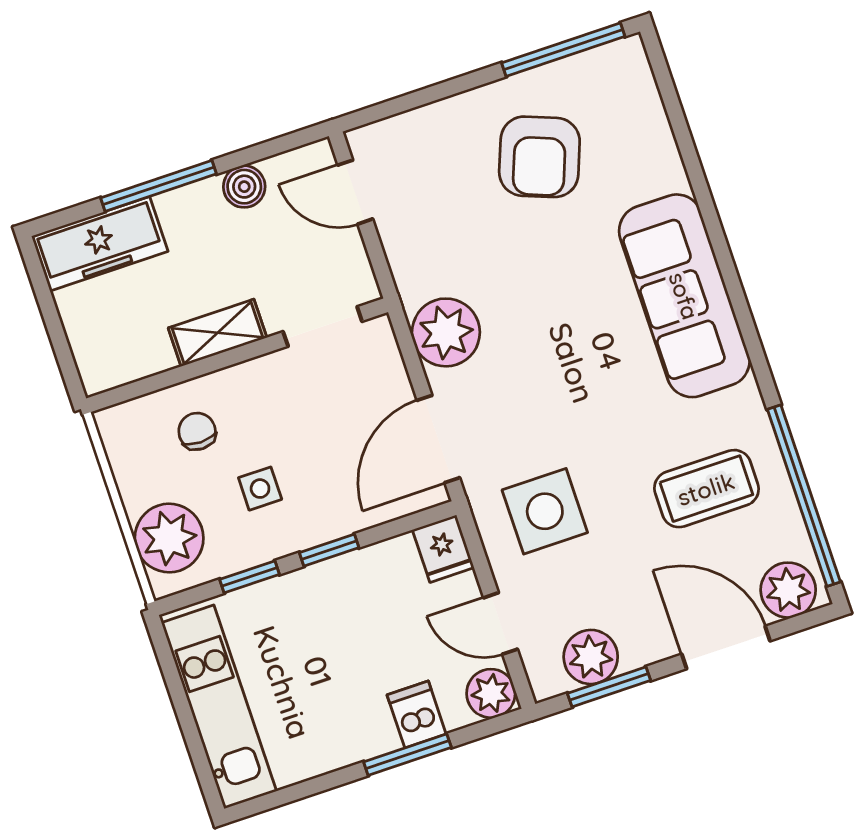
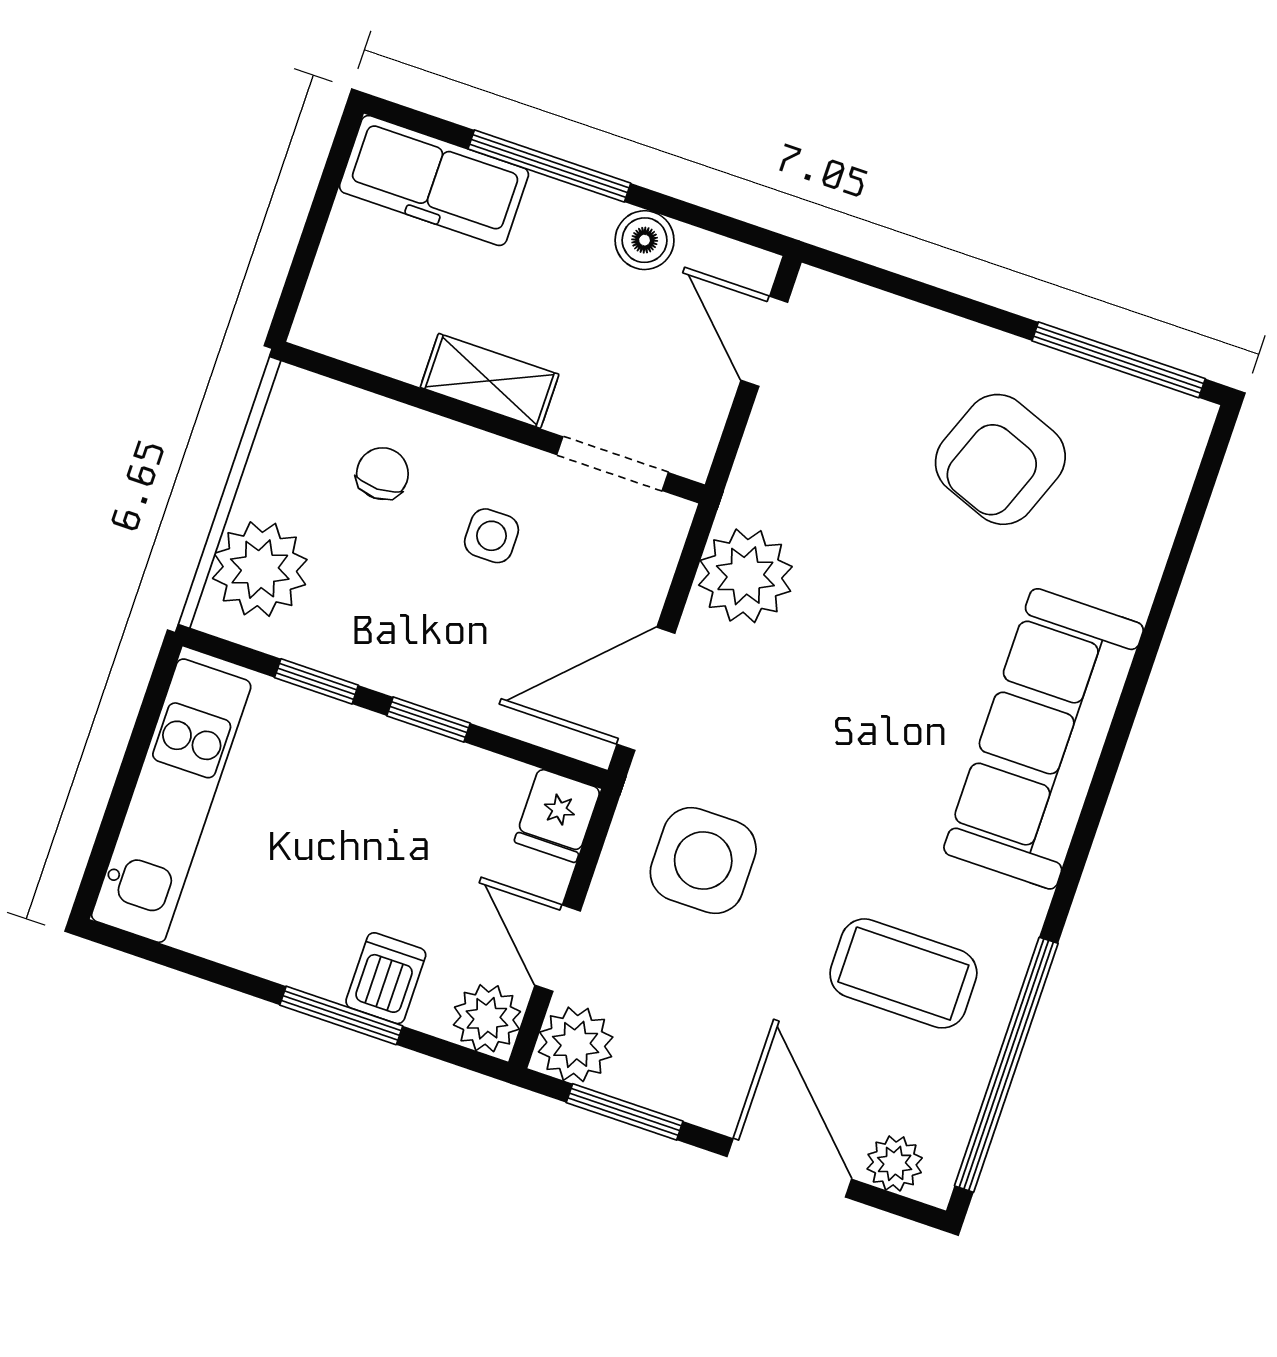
side table: (260, 489) -> (491, 536), moved
plant: (788, 590) -> (895, 1163), width x0.73, depth x0.73
plant: (591, 657) -> (576, 1044), moved

